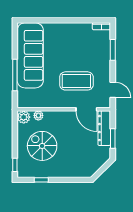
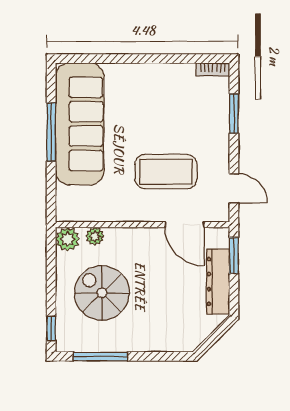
window: (15, 75) -> (51, 132), moved
dresser: (104, 128) -> (218, 282), moved
window: (113, 138) -> (234, 256), moved
window: (41, 180) -> (100, 356), width x2.17

